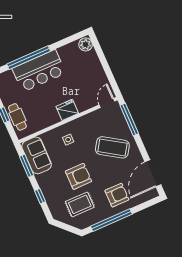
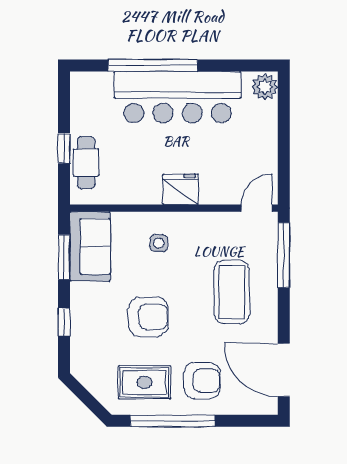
bar counter: (39, 71) -> (178, 97), width x1.36
coffee table: (112, 147) -> (232, 292), turned 57
door: (153, 173) -> (284, 370), hinge flipped
rug: (80, 204) -> (144, 382), moved

